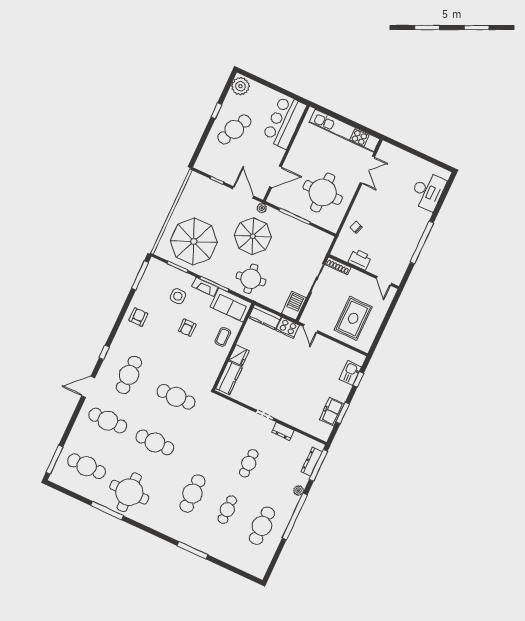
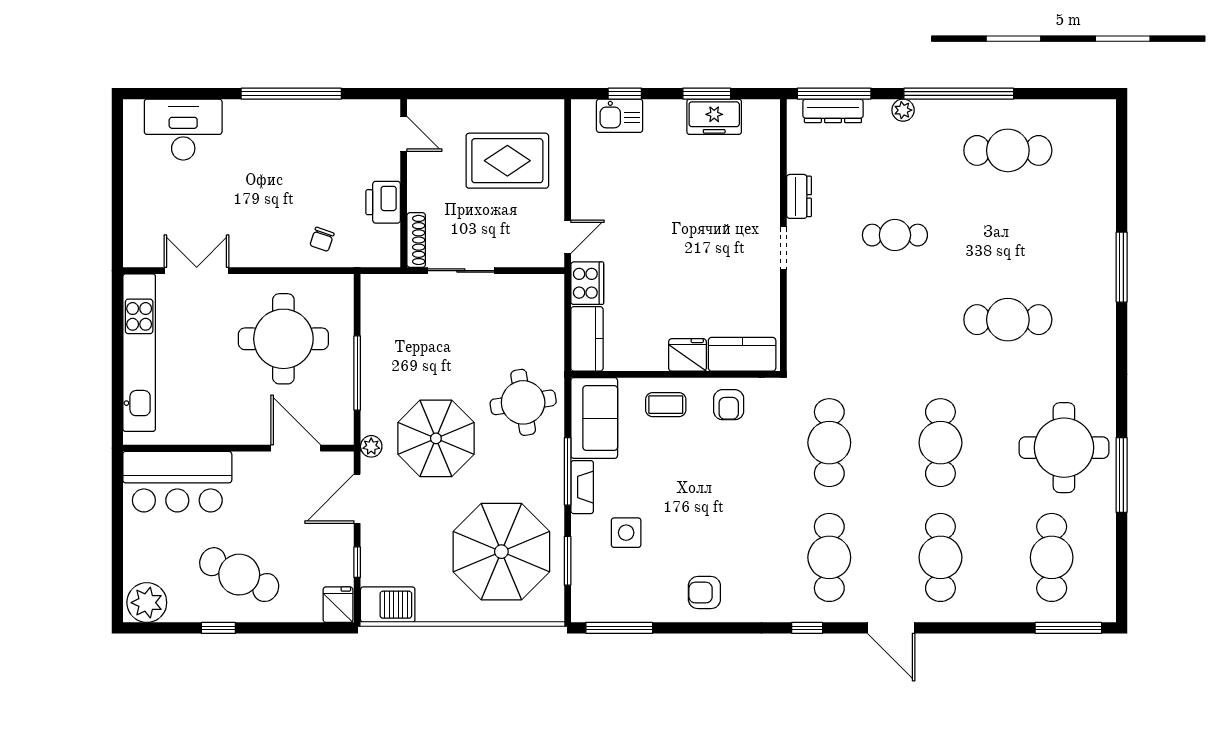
fridge: (203, 164) -> (338, 605), added
door: (384, 281) -> (404, 134), hinge flipped
barbecue: (294, 306) -> (388, 605), moved, turned 180
armchair: (187, 328) -> (729, 405), moved, turned 90
cafe table: (129, 375) -> (829, 557), turned 90
cafe table: (227, 510) -> (1008, 235), removed

